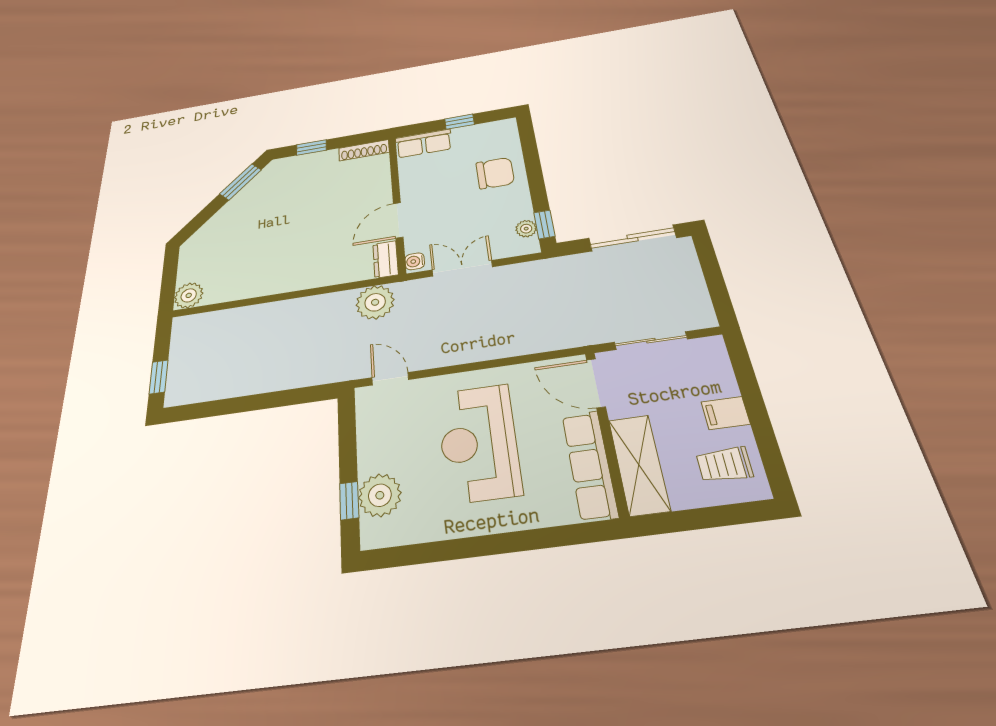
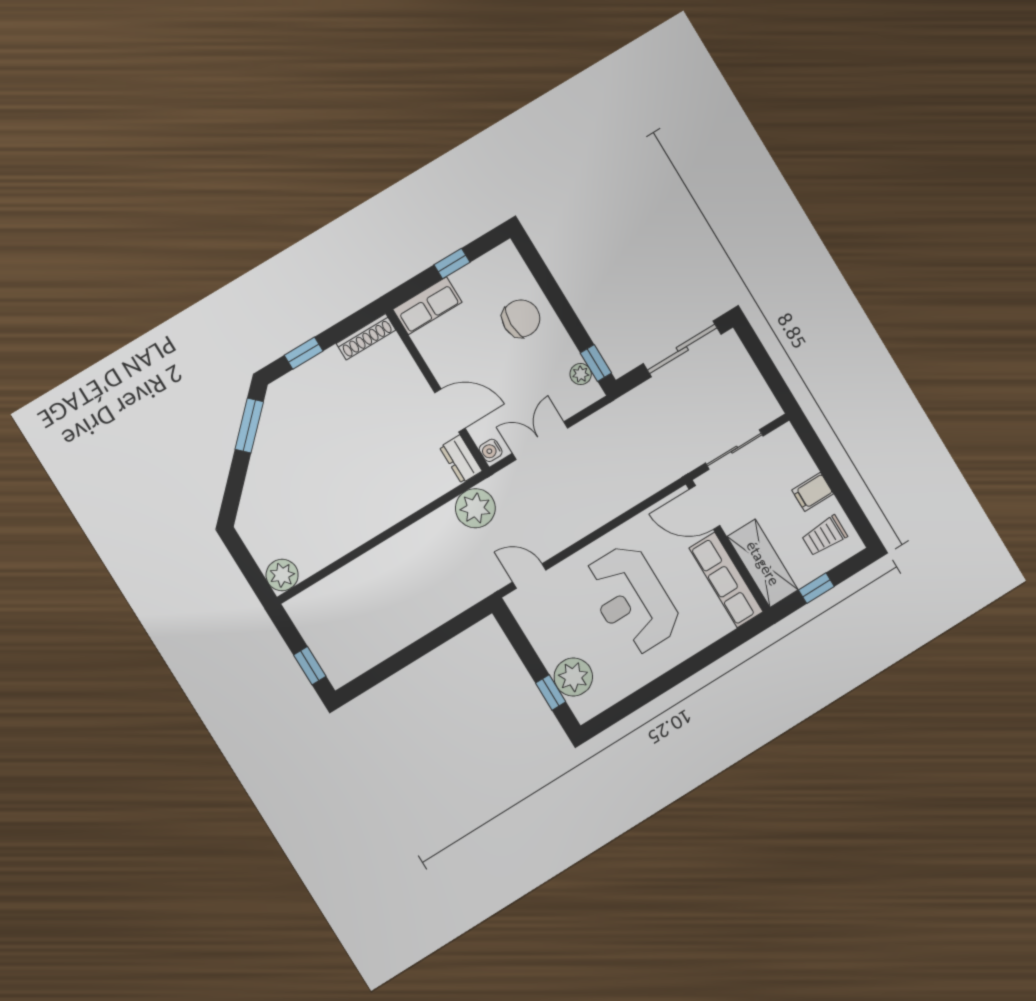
door: (398, 220) -> (450, 410), swing flipped
window: (695, 519) -> (816, 588), added

